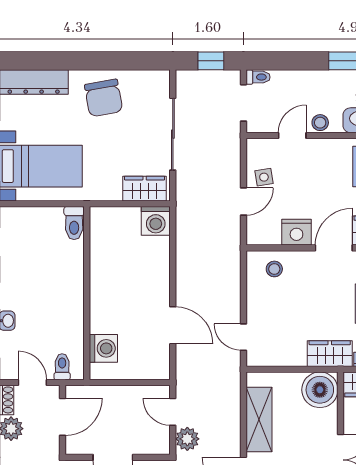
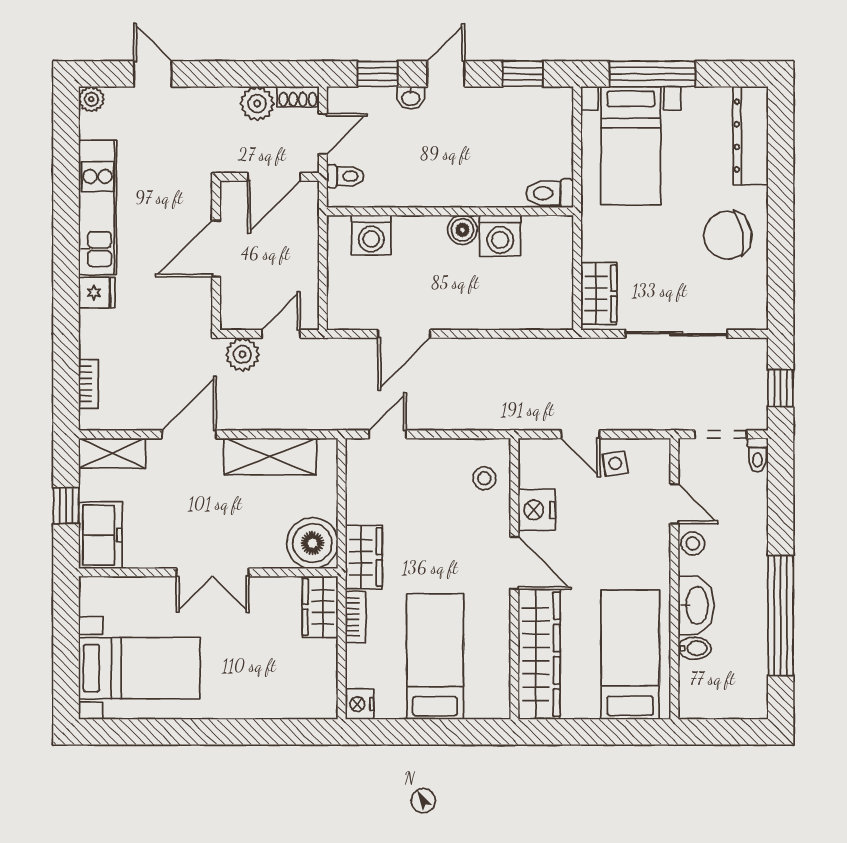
washing machine: (156, 221) -> (500, 236), moved, turned -90
boiler: (100, 284) -> (462, 230), added
door: (63, 417) -> (274, 177), hinge flipped

